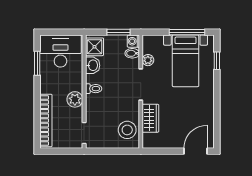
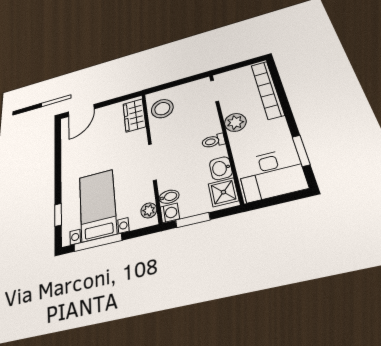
plant: (148, 60) -> (149, 210), moved
wardrobe: (150, 118) -> (134, 115), moved

